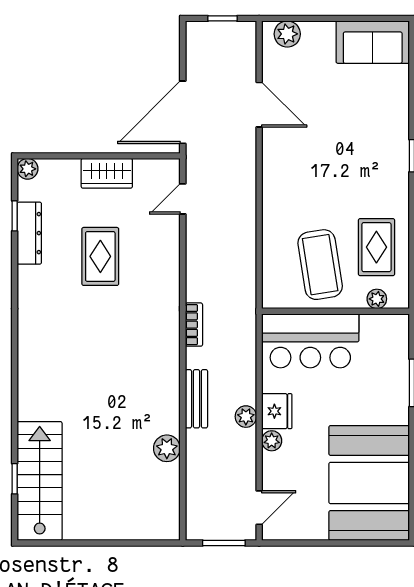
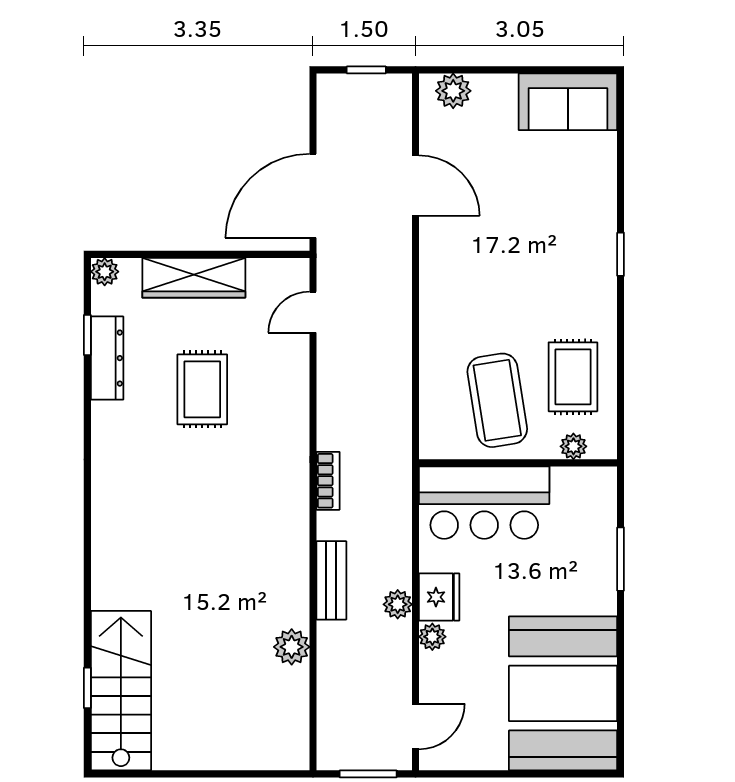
wardrobe: (107, 173) -> (194, 278), width x1.50

